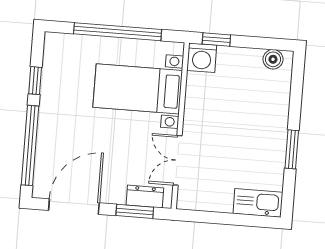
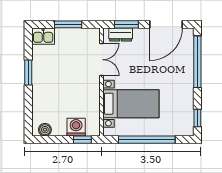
washing machine: (202, 58) -> (76, 127), moved
window: (35, 81) -> (197, 118), moved
kitchen sink: (258, 203) -> (43, 36), width x0.73
window: (225, 218) -> (68, 24), added

